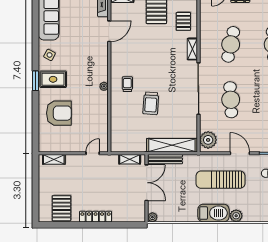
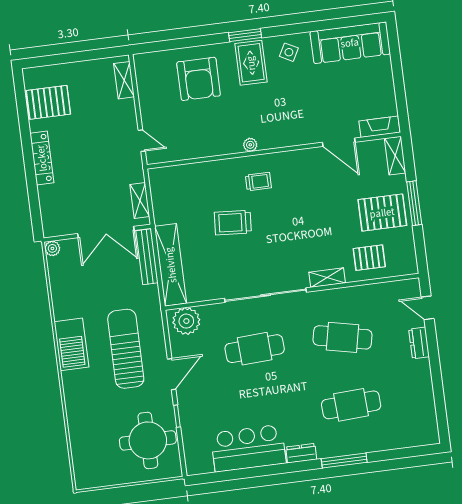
plant: (236, 216) -> (72, 381), removed

